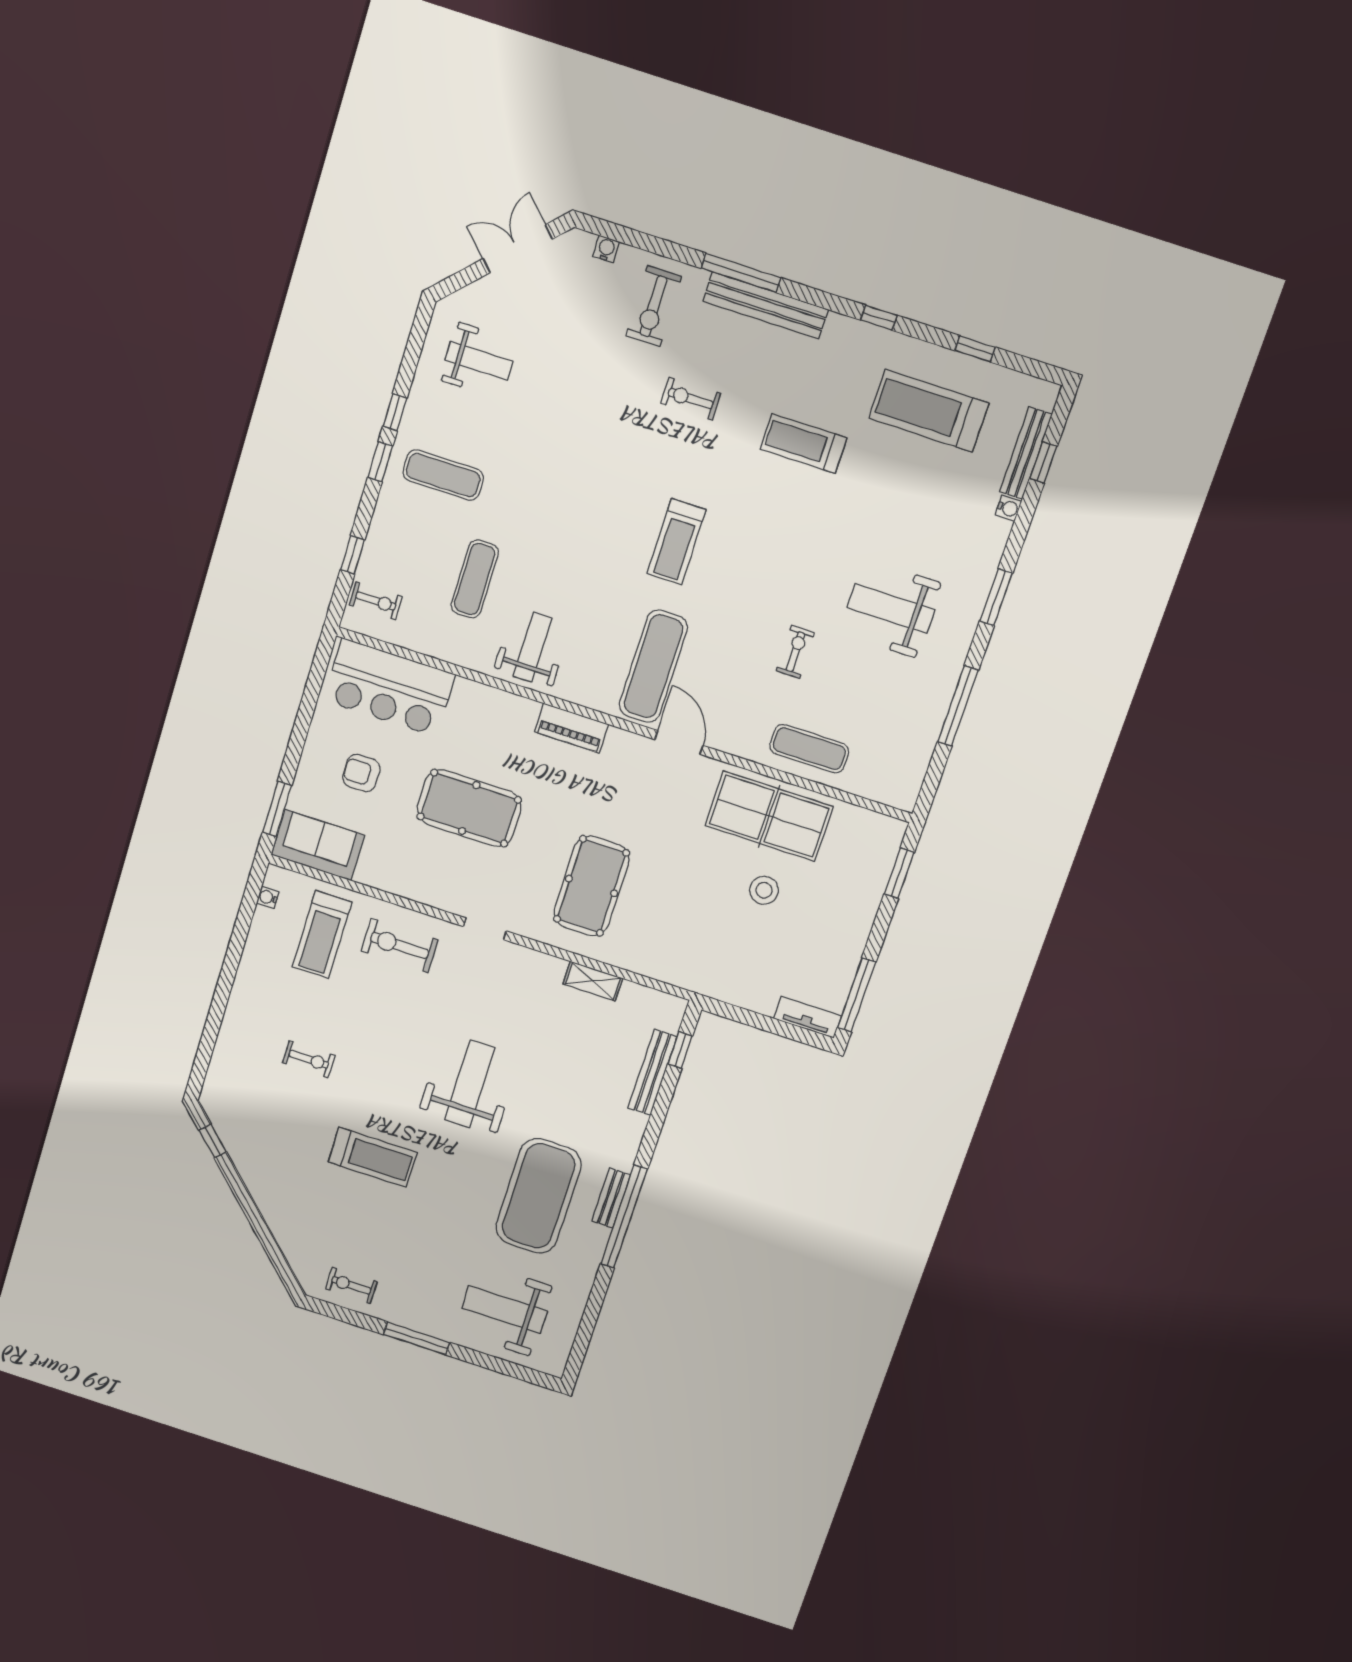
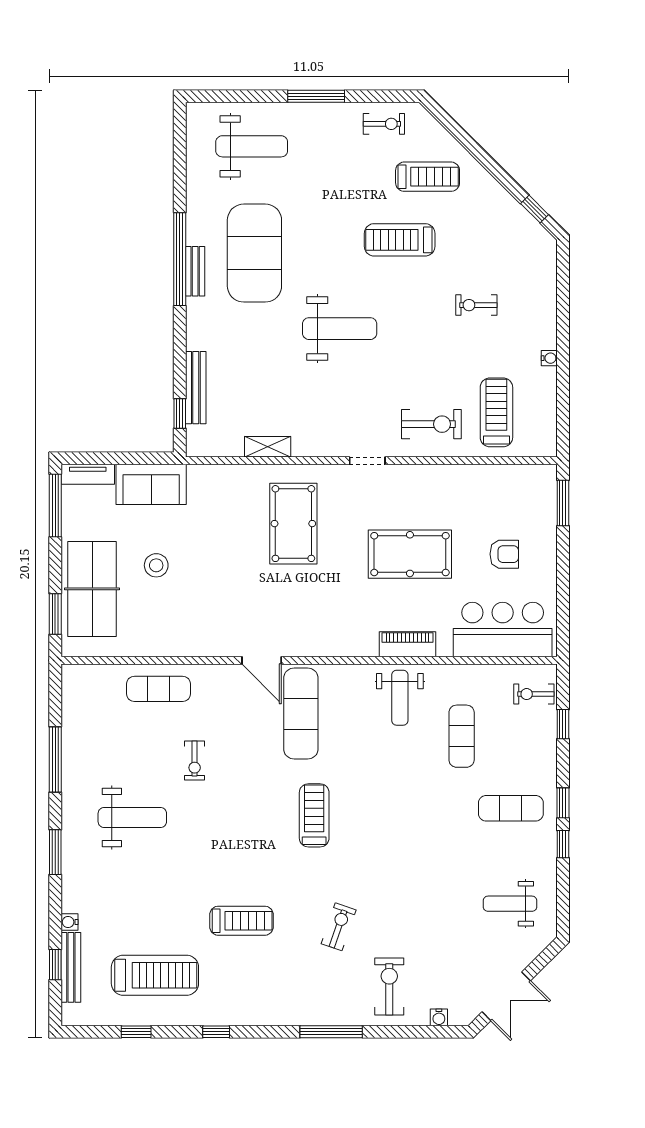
bench: (766, 305) -> (305, 1014), removed
exercise bike: (691, 399) -> (339, 927), turned -71
piano: (572, 728) -> (407, 644), moved
table tennis table: (769, 816) -> (92, 589), moved, turned 90
sofa: (318, 845) -> (151, 484), moved
water cooler: (268, 897) -> (549, 358), moved
weight bench: (470, 1084) -> (340, 329), turned -90
treadmill: (321, 1214) -> (428, 177), added

